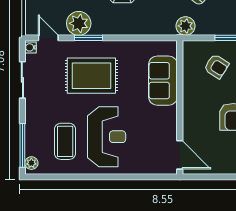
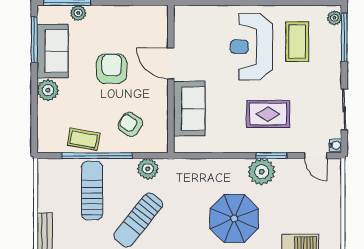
plant: (79, 23) -> (262, 172), moved
plant: (185, 26) -> (148, 169), moved
rug: (91, 76) -> (268, 114), width x0.73, depth x0.70
door: (180, 155) -> (171, 64), moved

